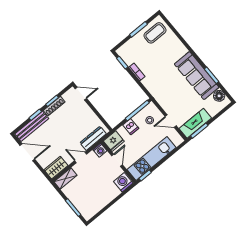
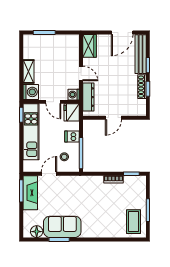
sofa: (197, 76) -> (62, 227), width x0.73
door: (81, 94) -> (113, 118), moved
door: (81, 157) -> (81, 73), hinge flipped
shelving: (65, 178) -> (28, 71), moved

